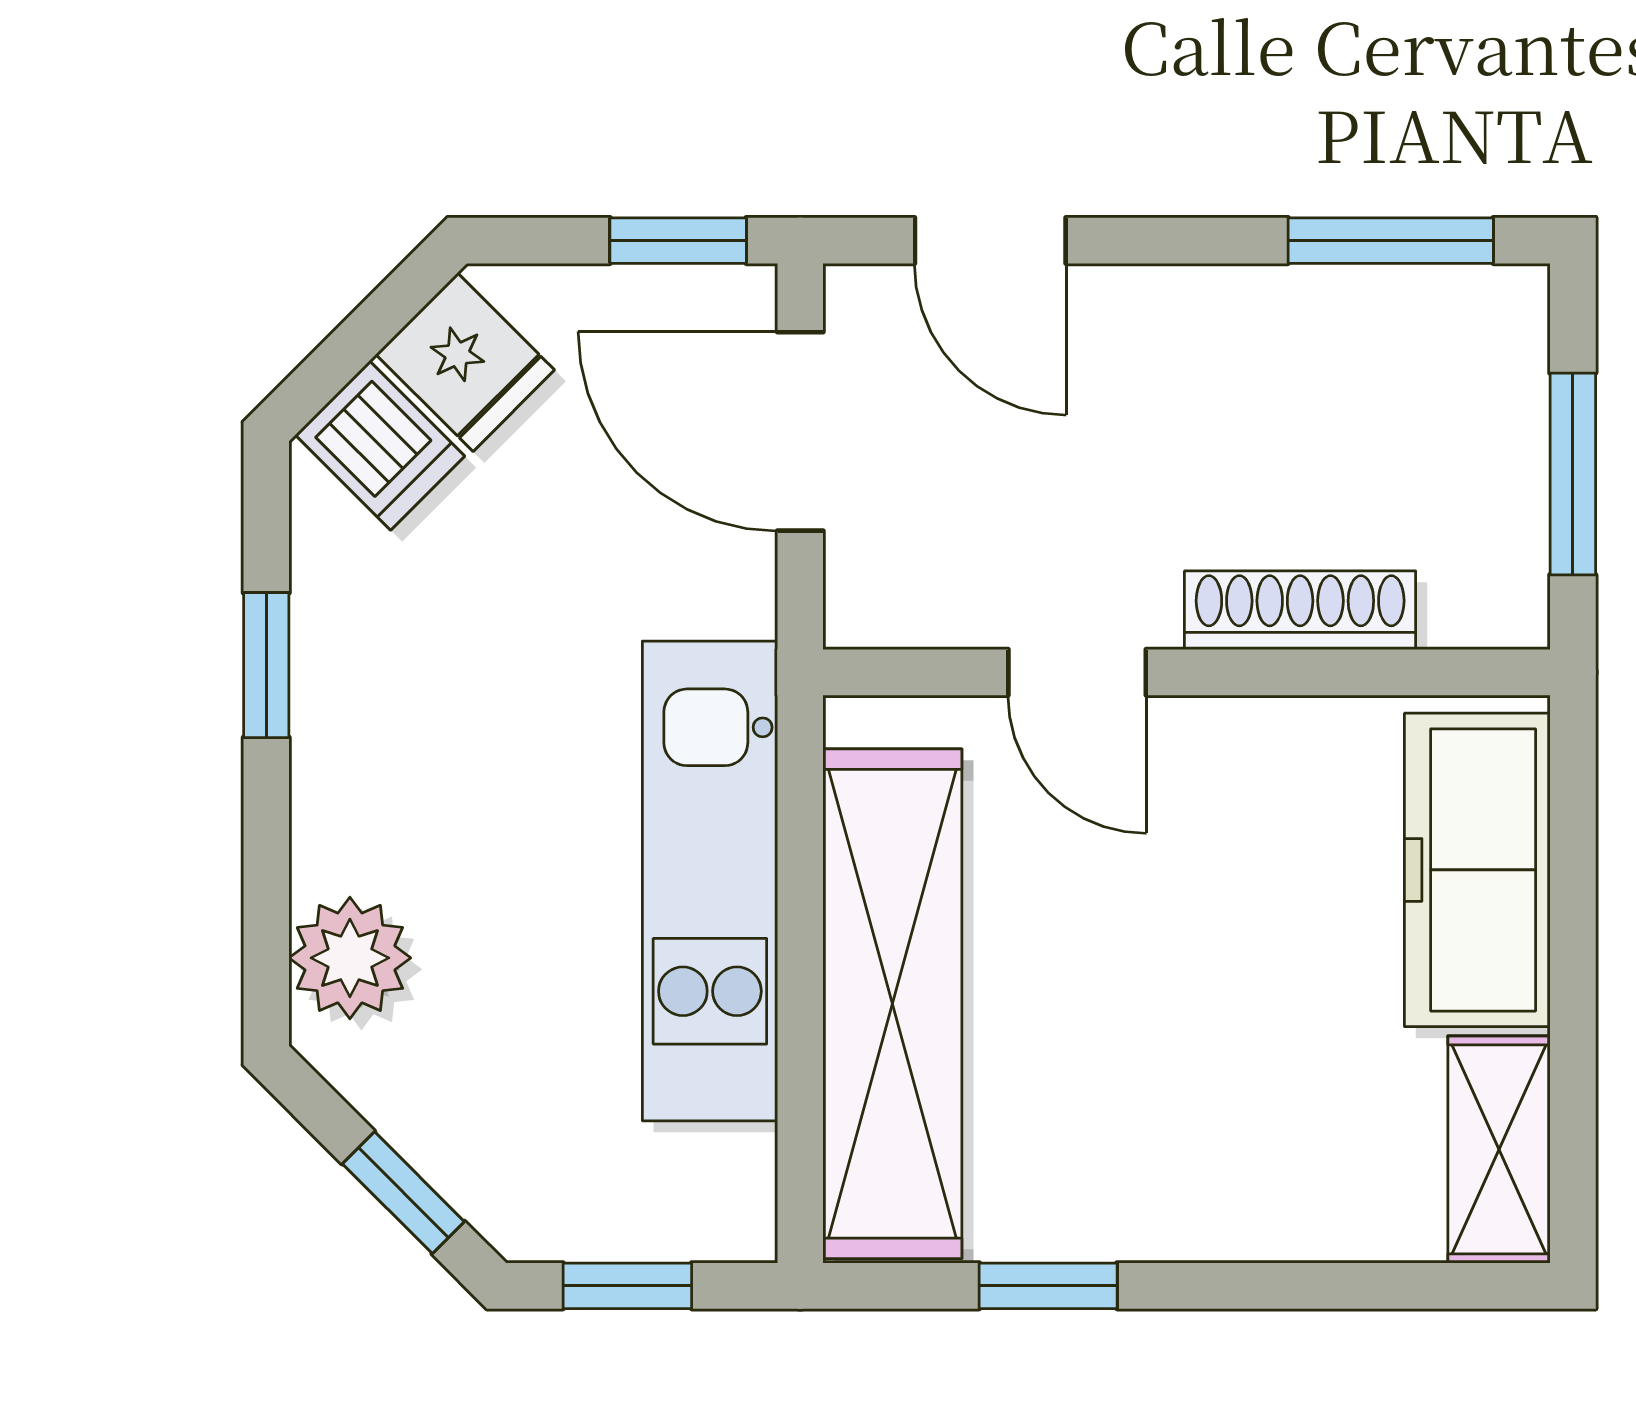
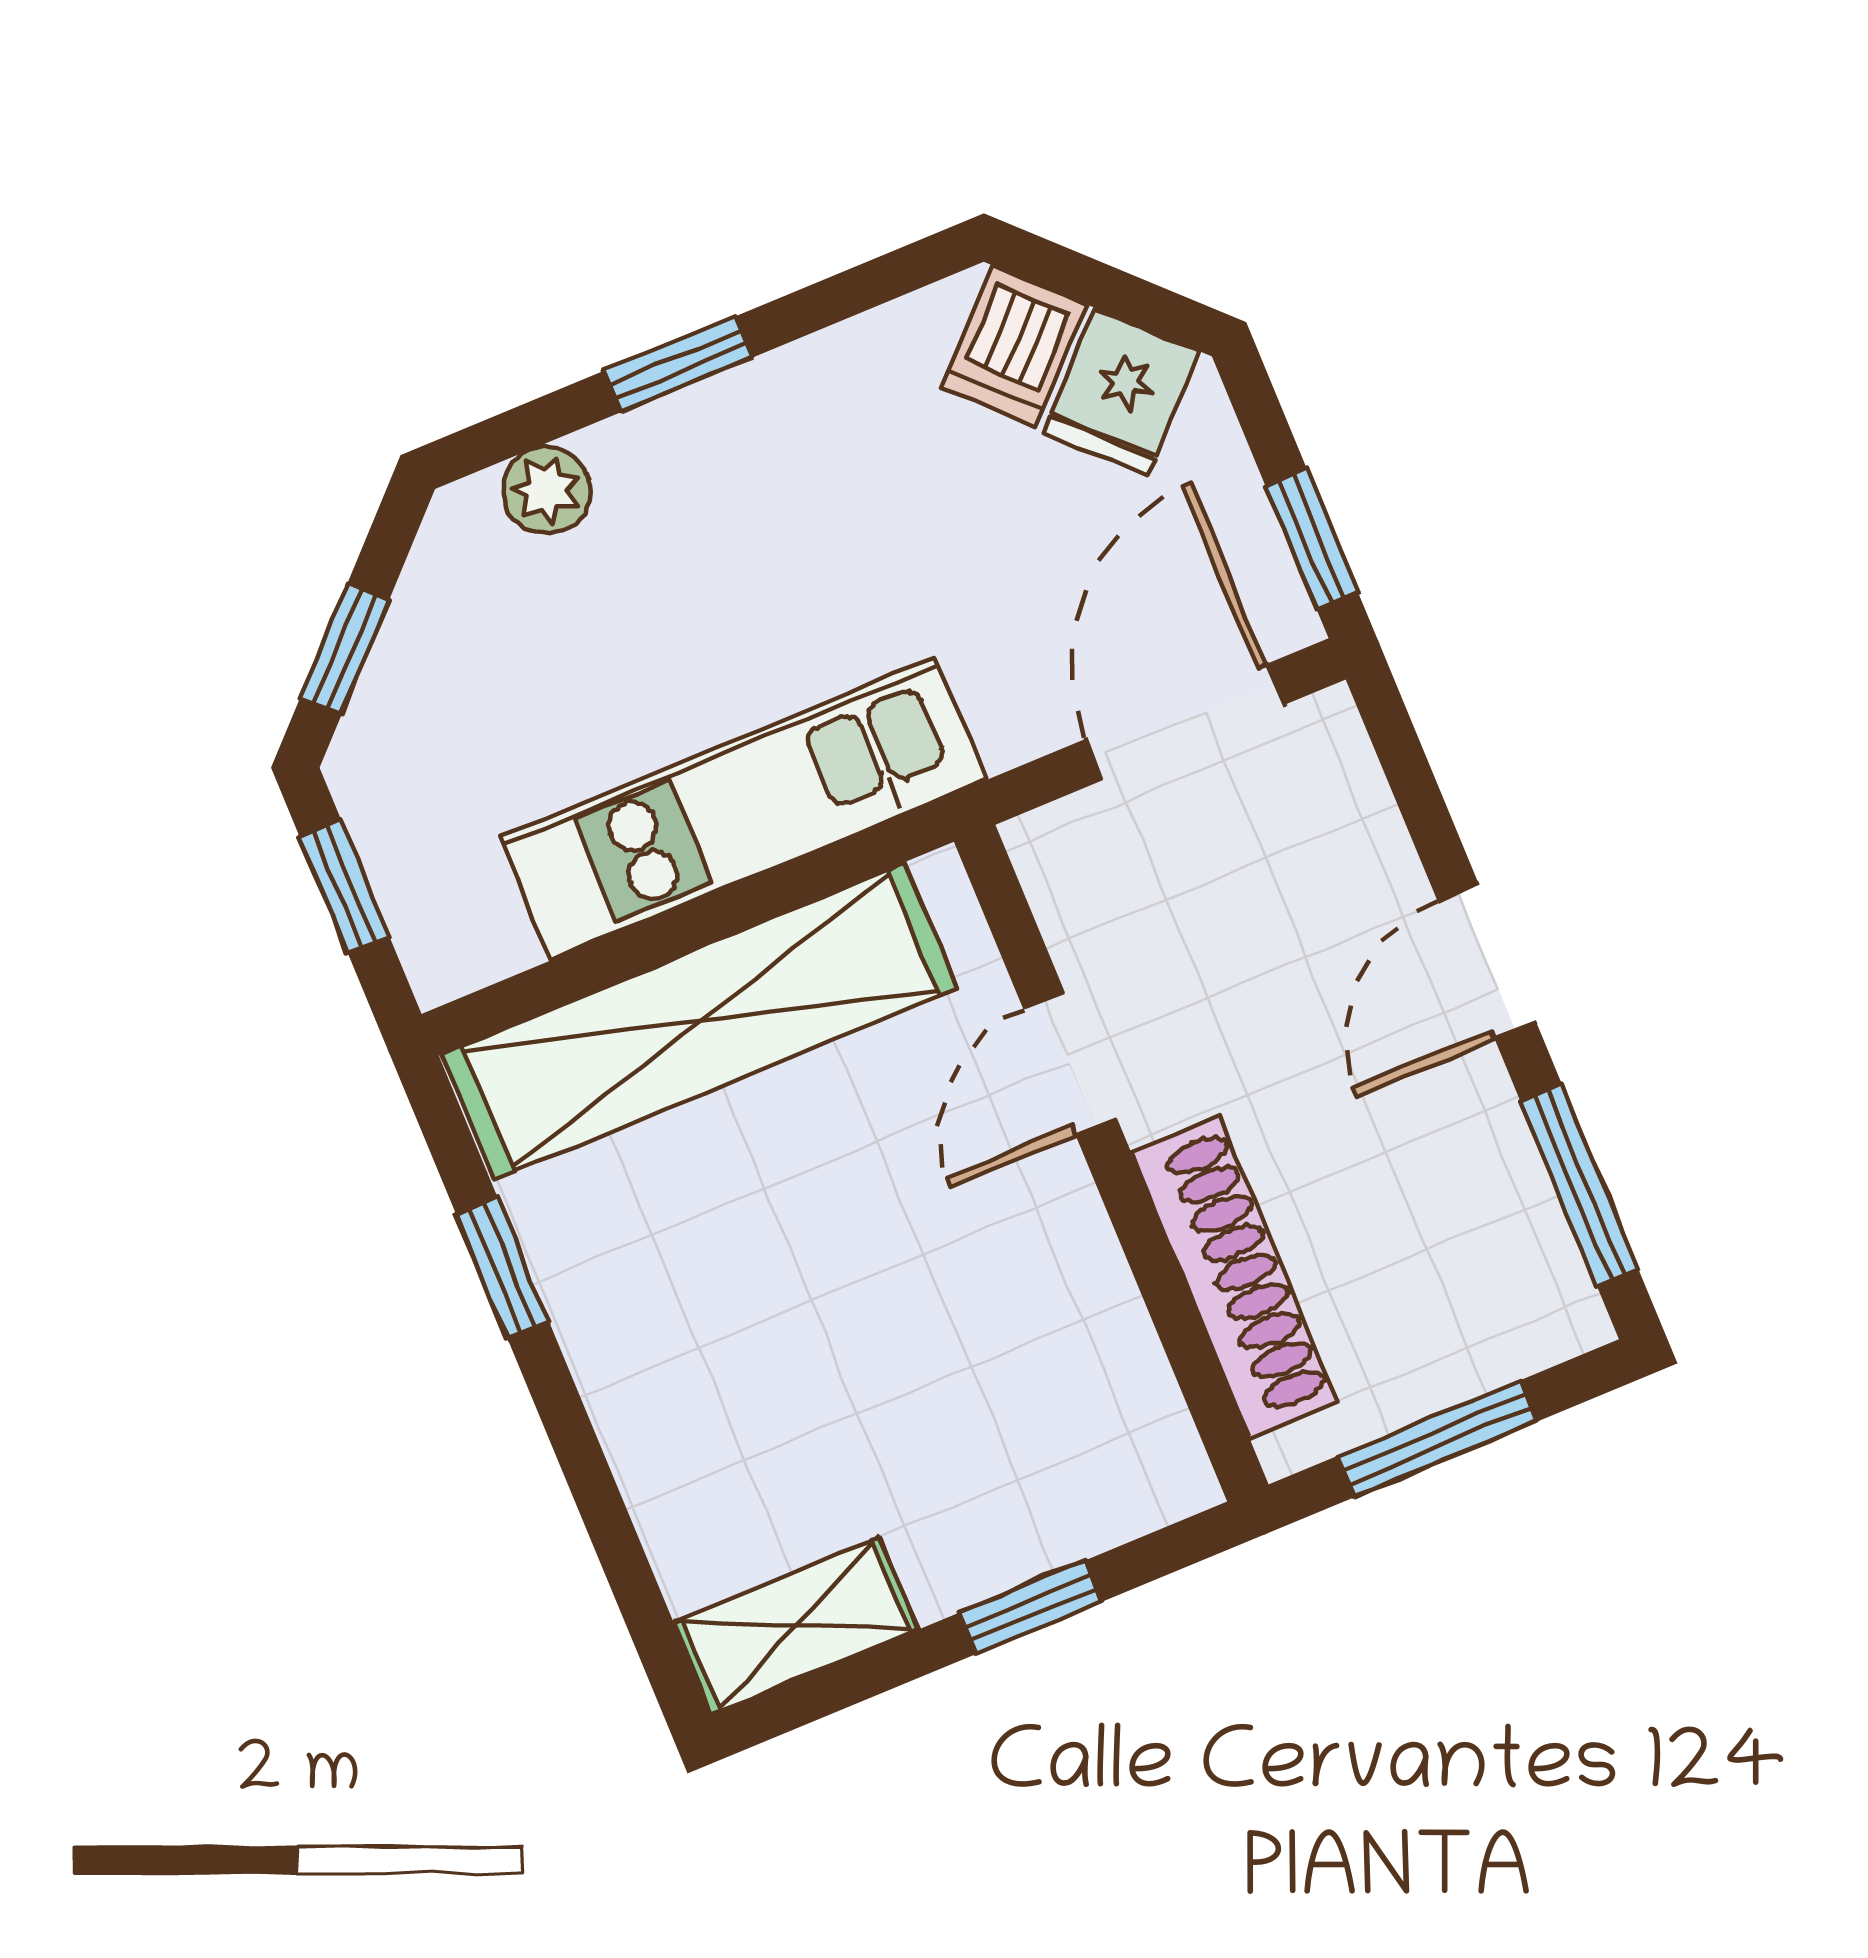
door: (990, 241) -> (1487, 962), moved
shoe rack: (1300, 610) -> (1234, 1277), width x1.36, depth x1.24
window: (266, 665) -> (679, 364), moved
freezer: (1477, 870) -> (1041, 1501), removed
window: (1573, 921) -> (1030, 1607), added
plant: (350, 958) -> (546, 490), width x0.73, depth x0.73

